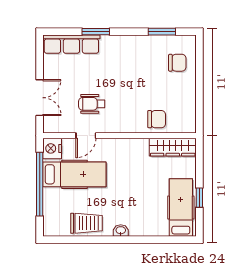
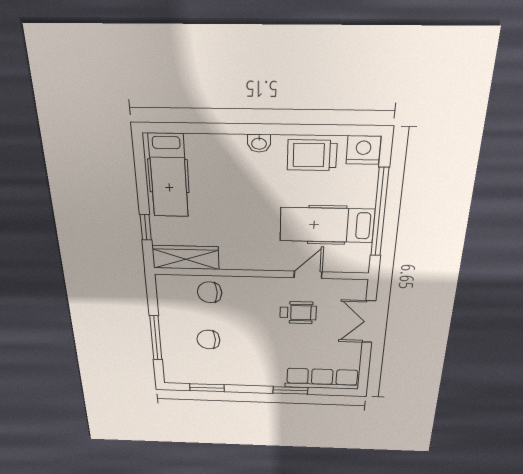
chair: (177, 63) -> (208, 339), moved
window: (199, 78) -> (156, 338), added
nightstand: (52, 148) -> (363, 150), moved, turned -90
window: (199, 198) -> (146, 227), moved

